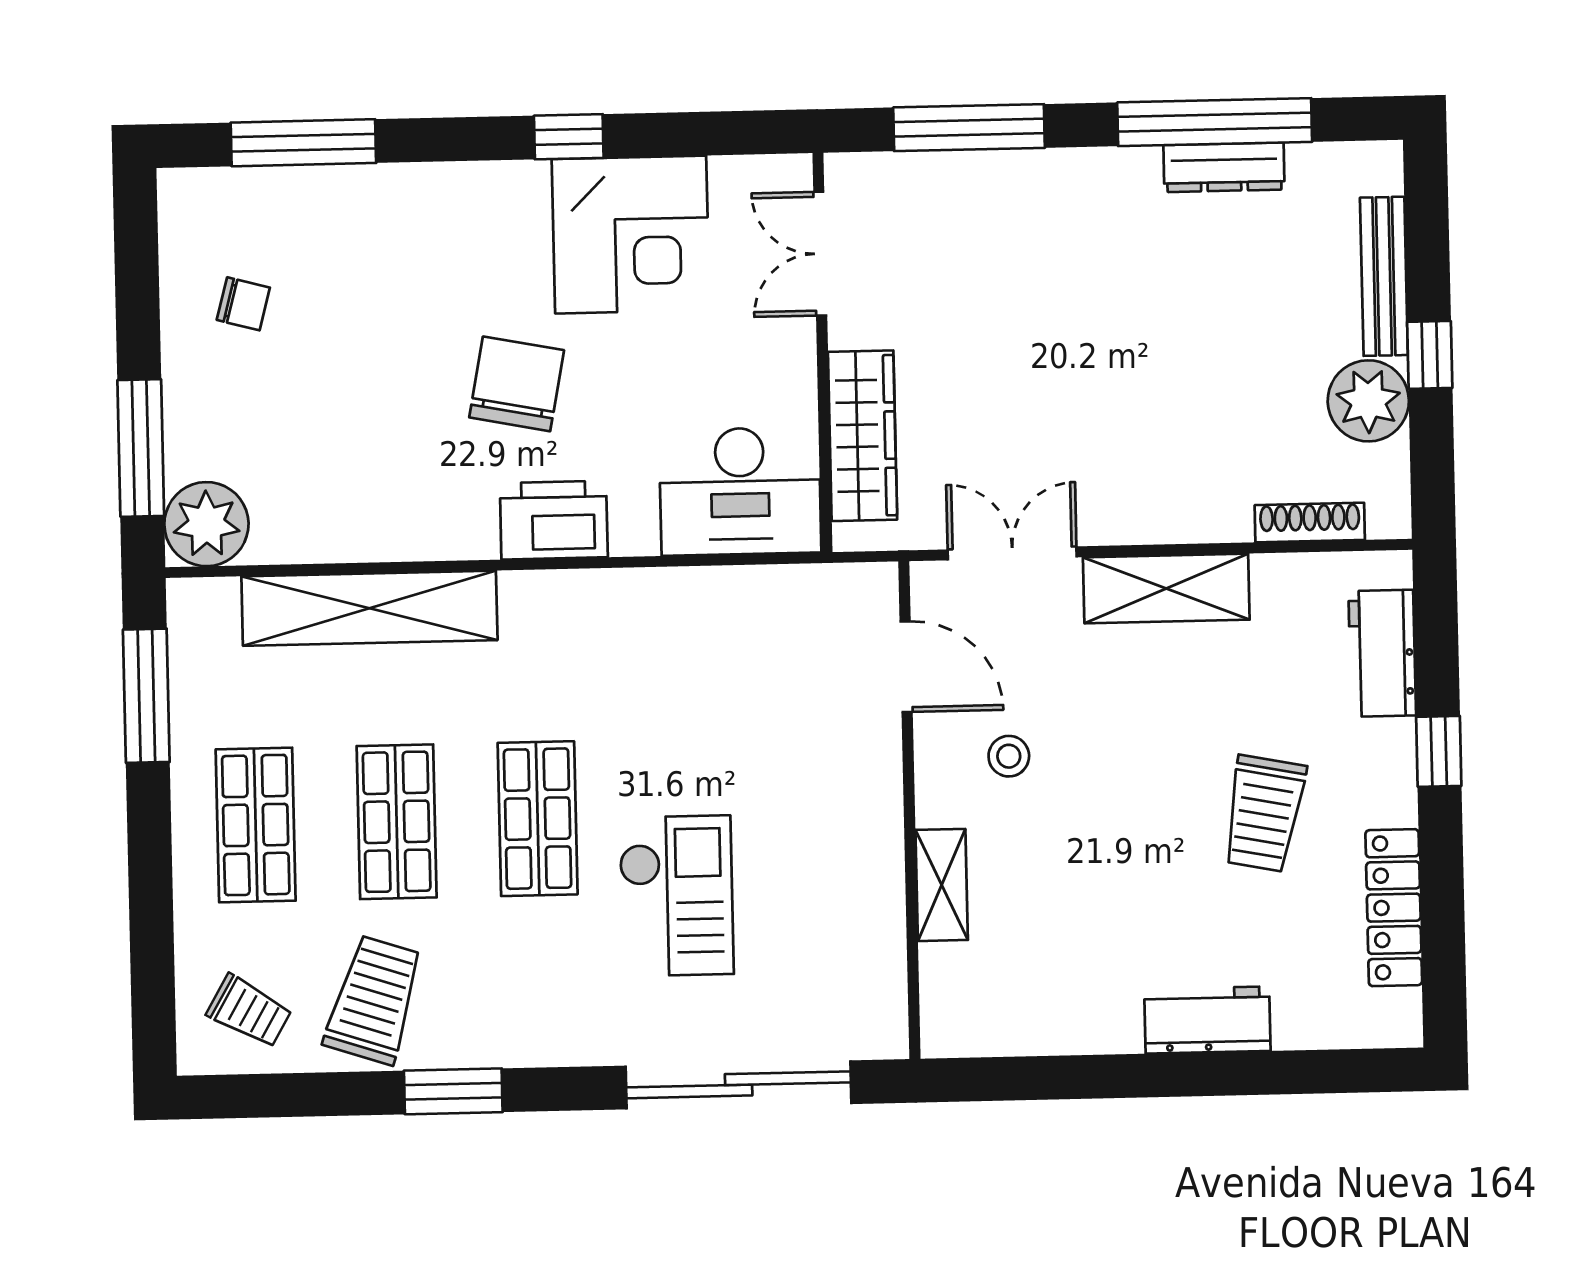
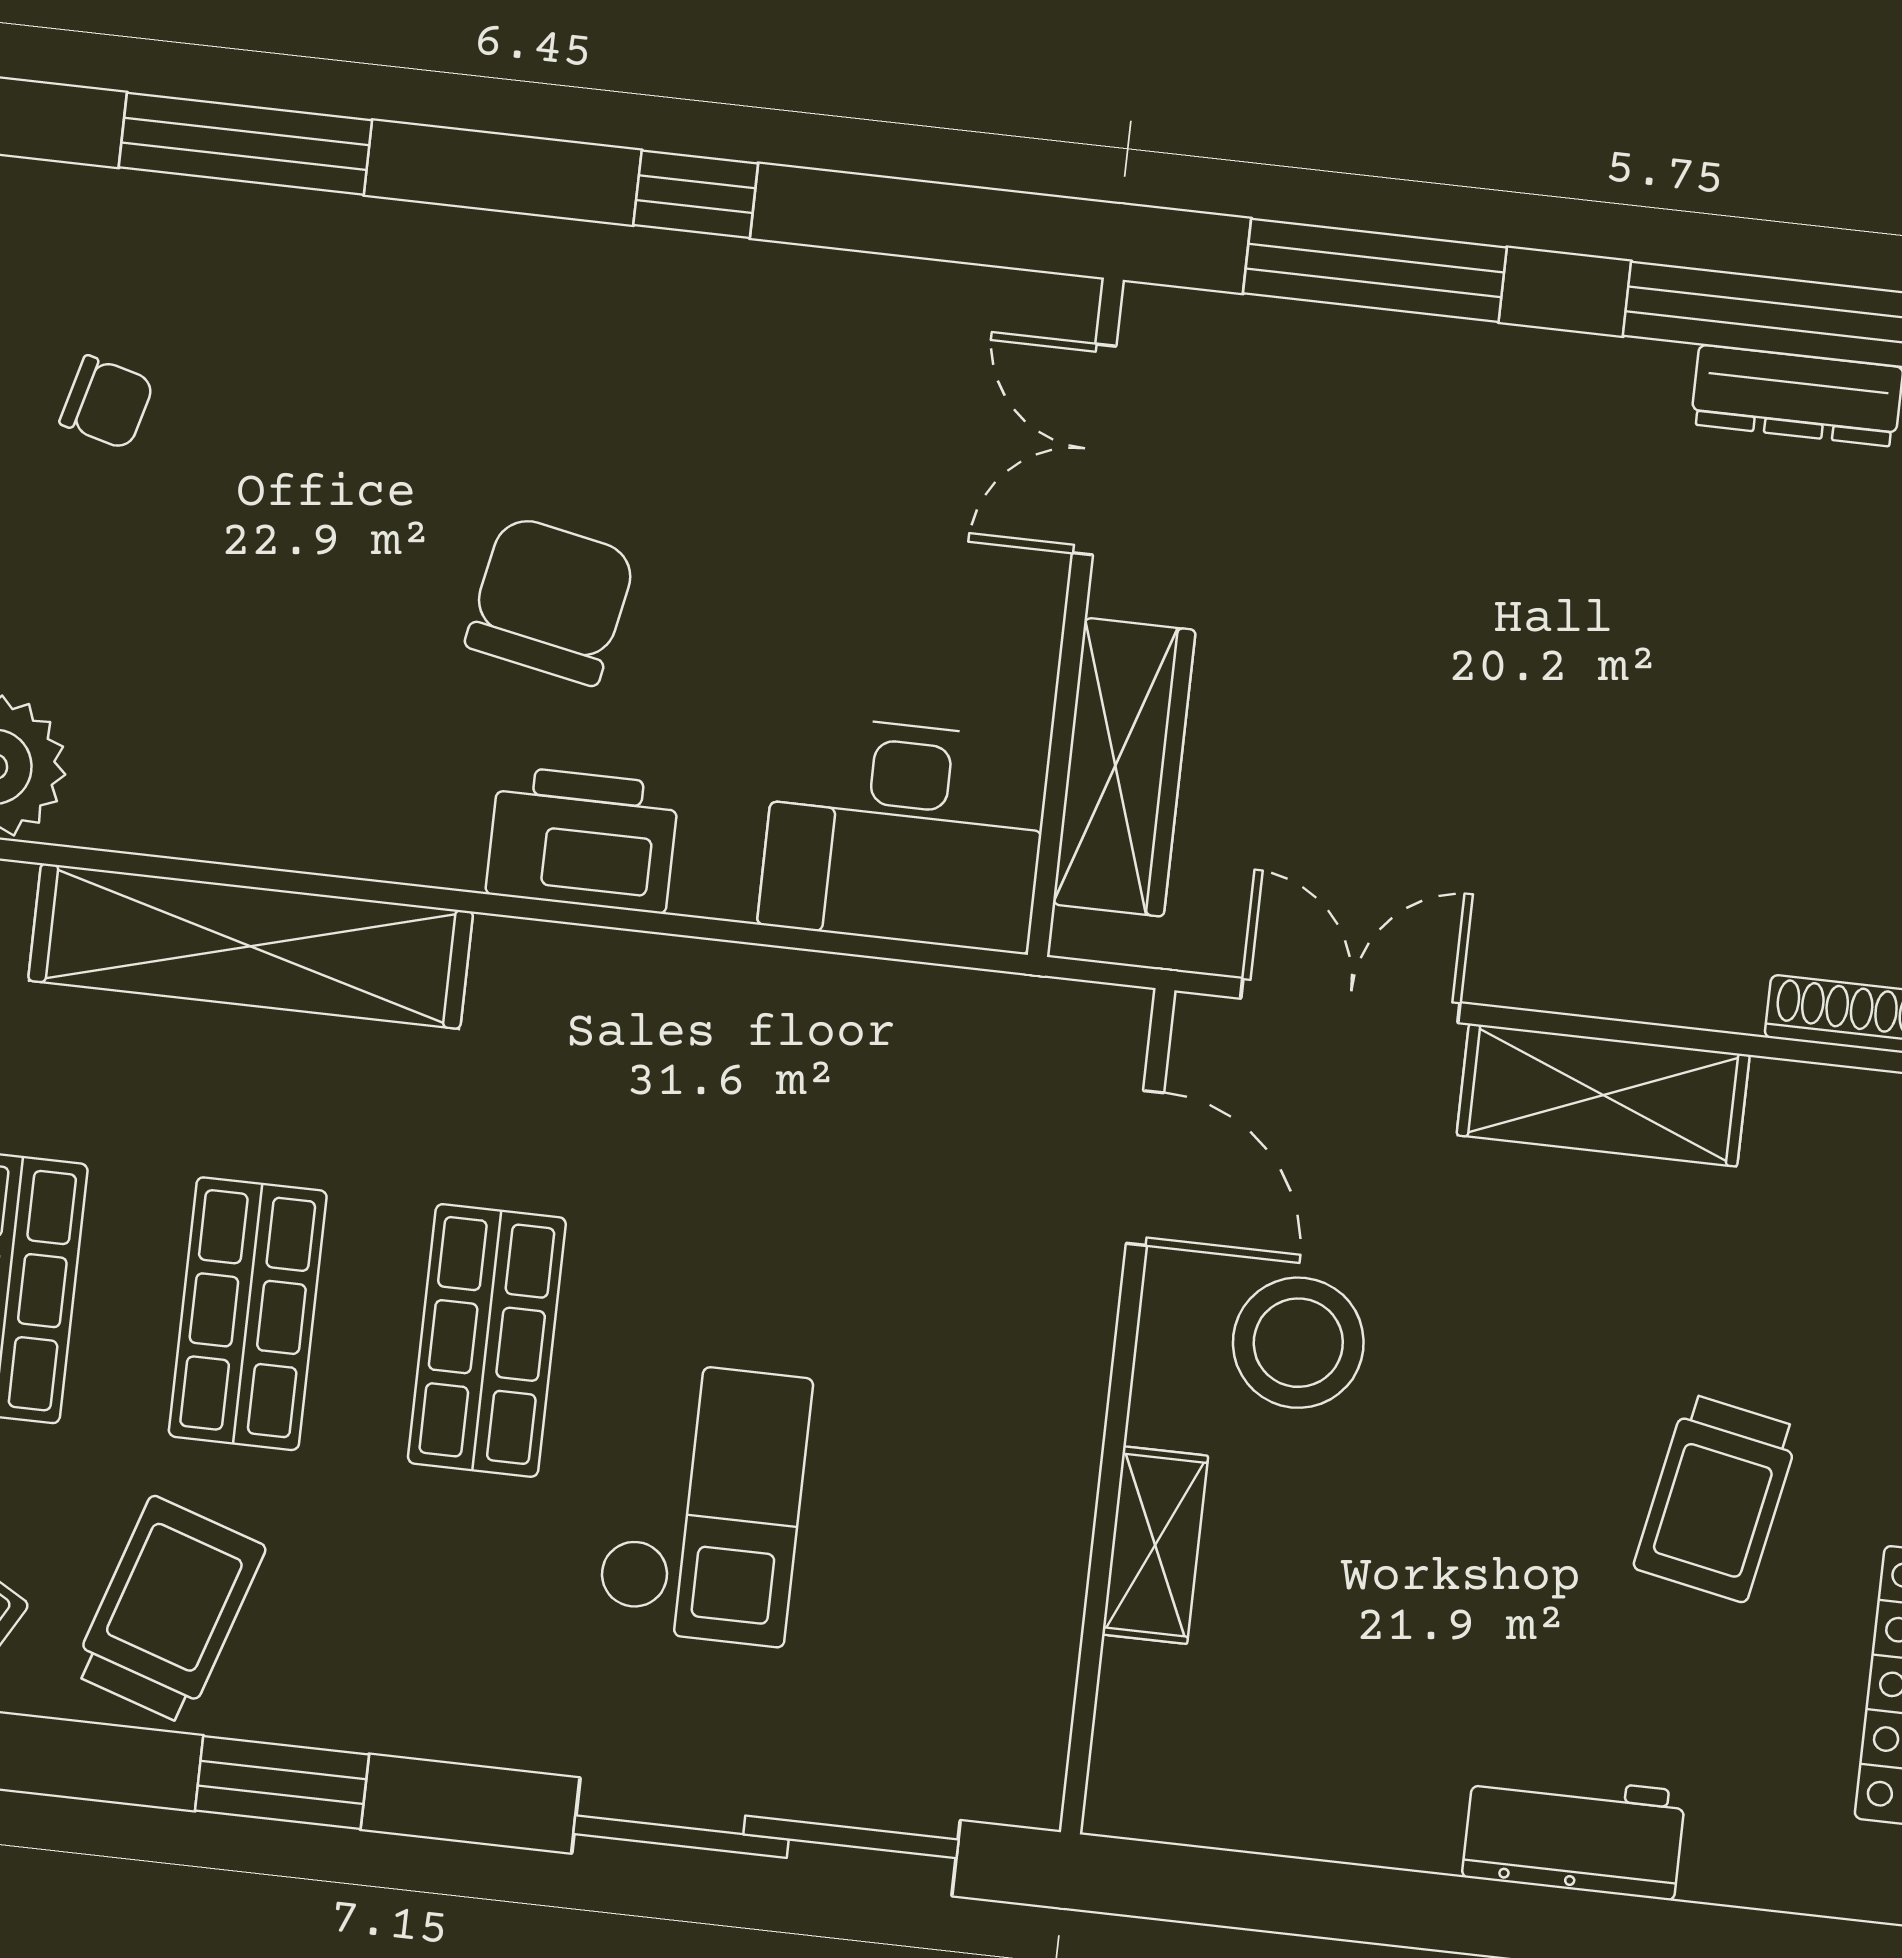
corner desk: (631, 235) -> (778, 374), removed
stool: (1009, 756) -> (1298, 1343), width x1.89, depth x1.89

